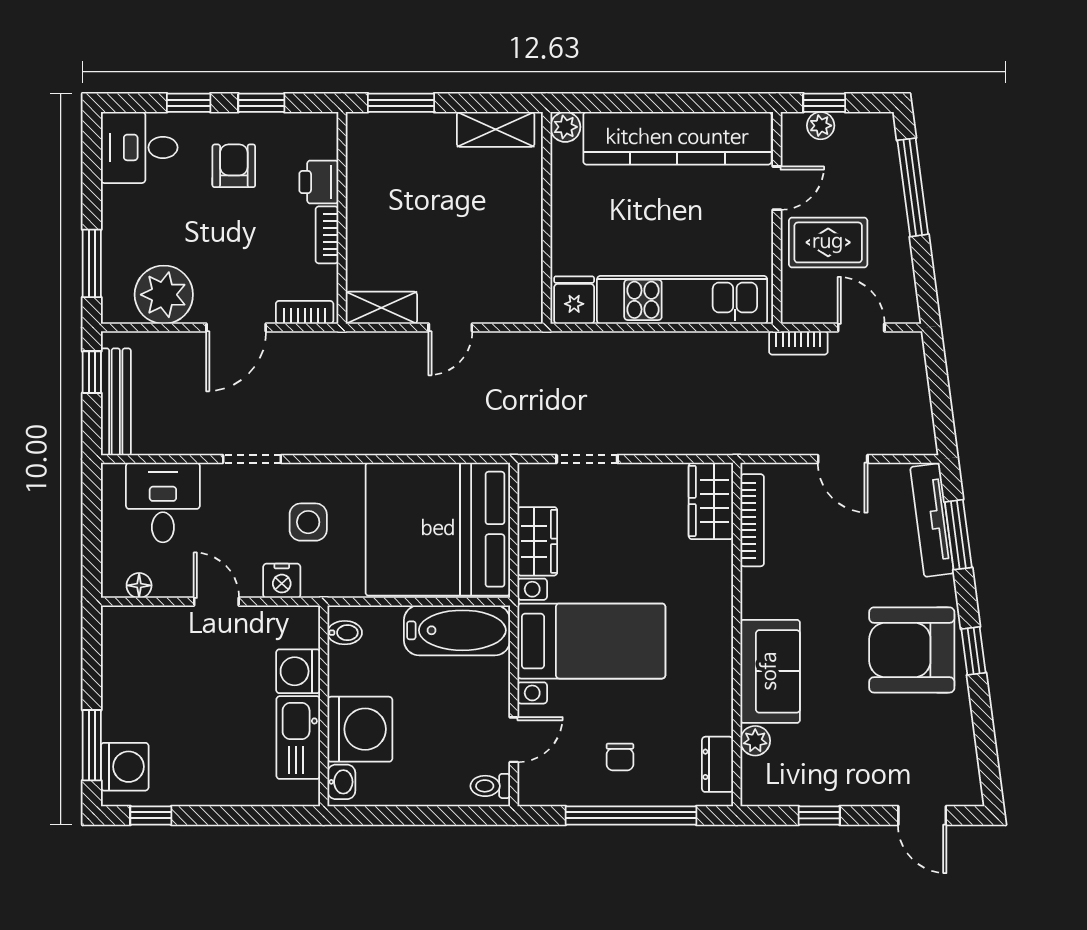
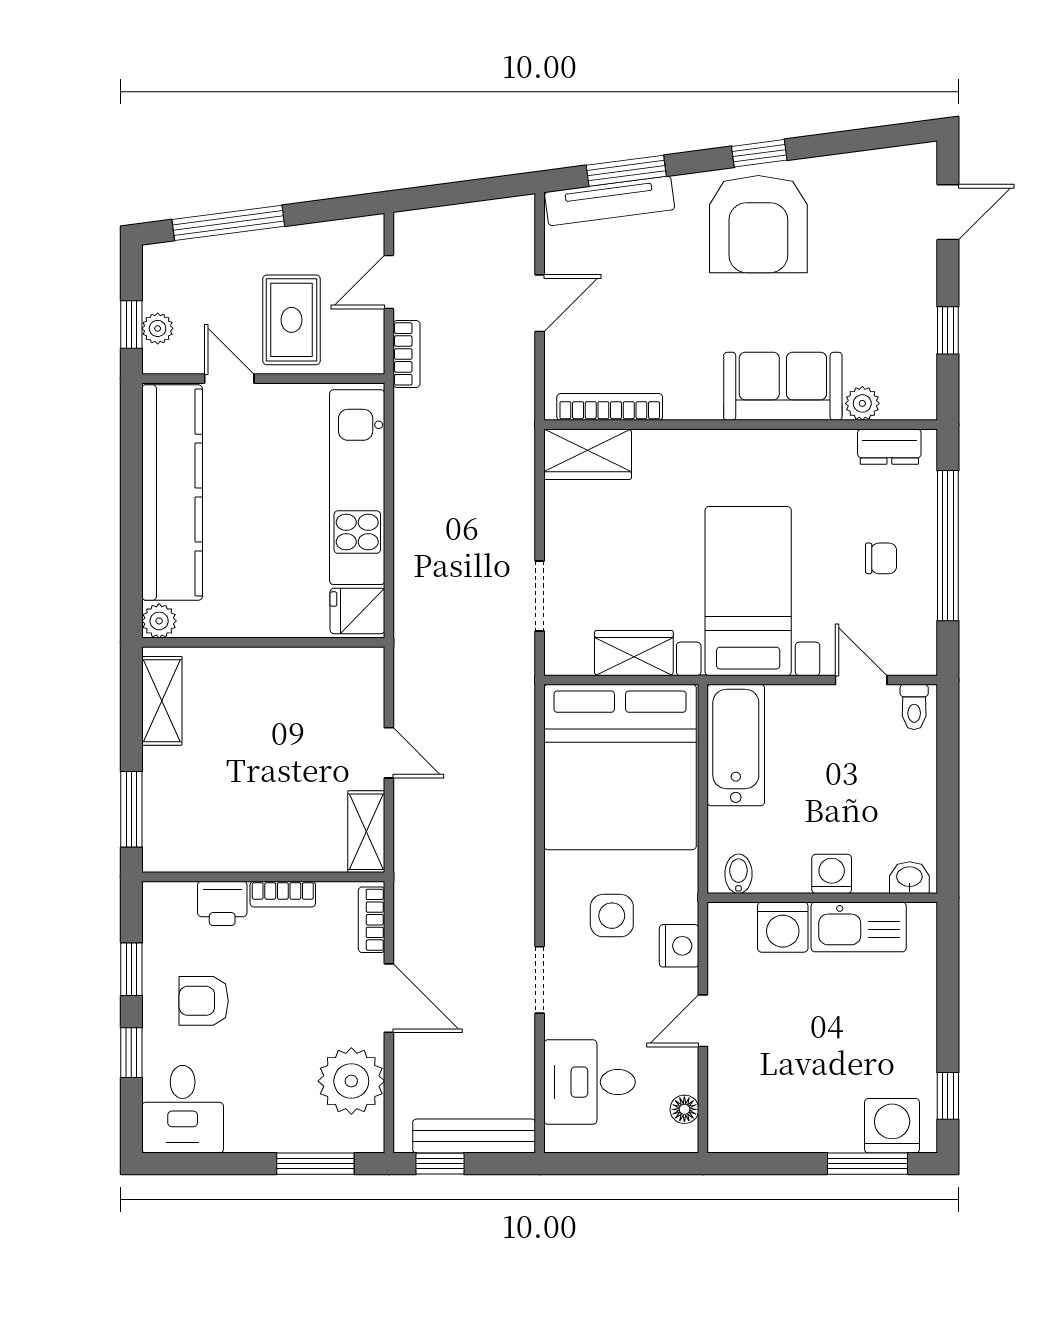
washing machine: (360, 729) -> (832, 874), width x0.53, depth x0.53

